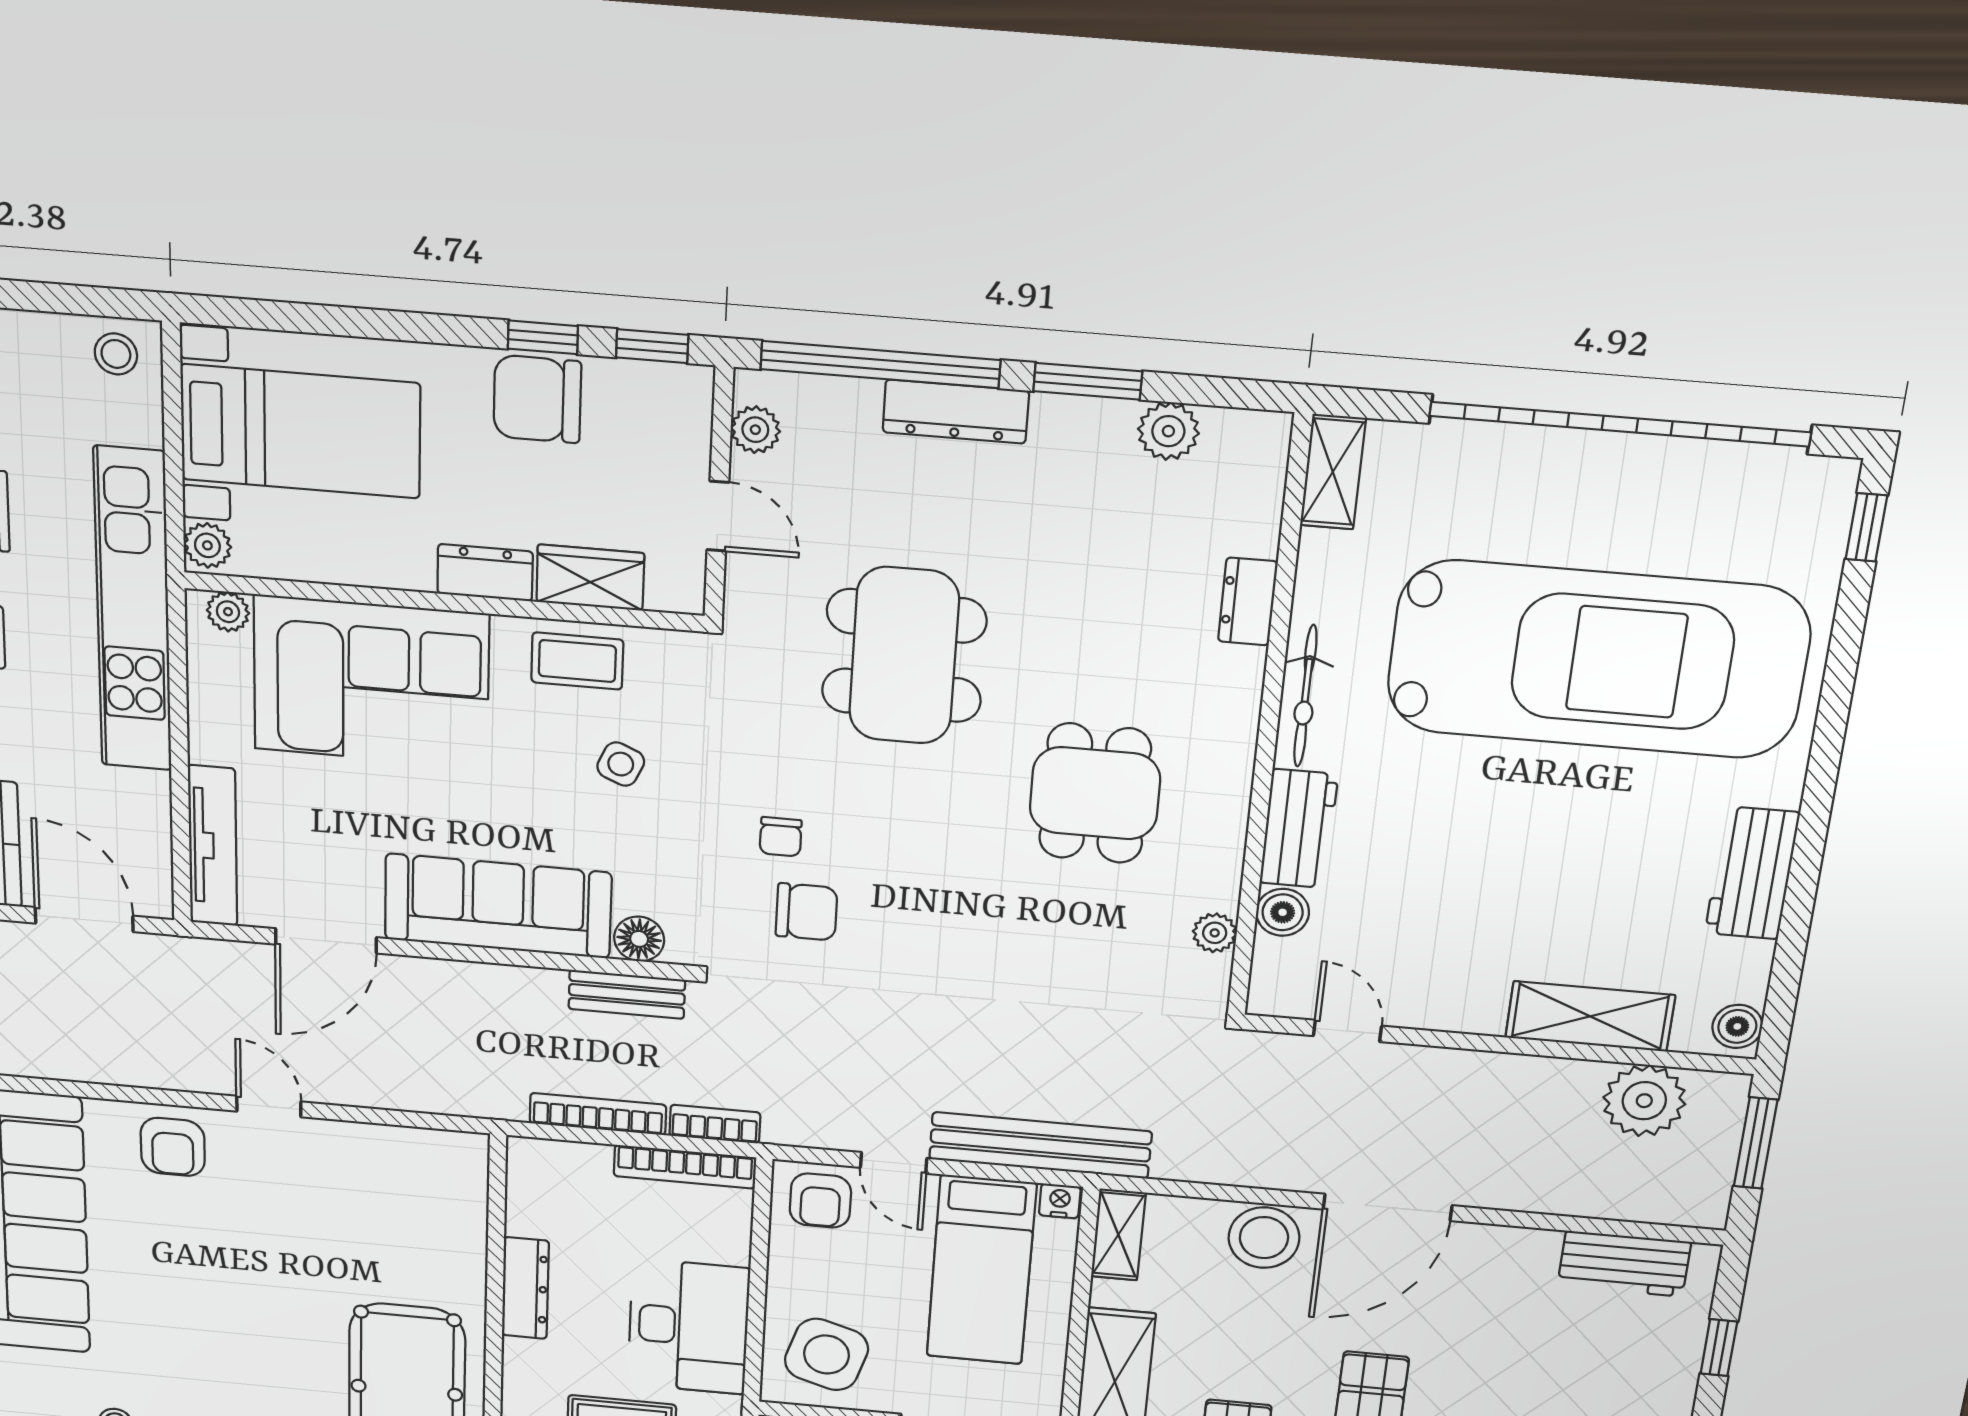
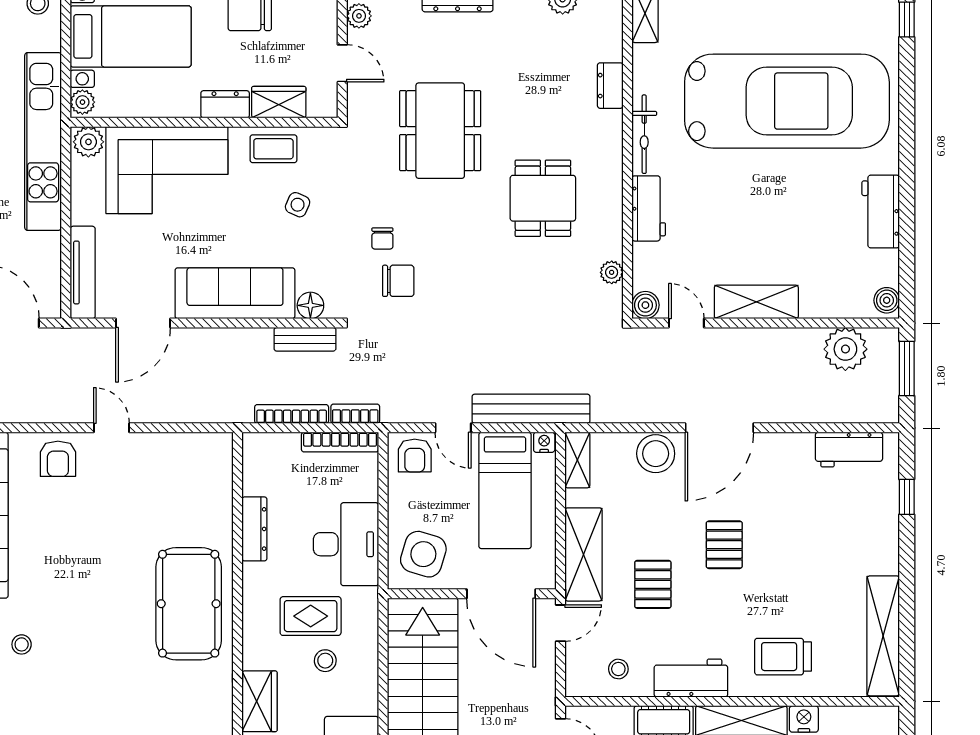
plant: (228, 612) -> (88, 142), width x1.38, depth x1.38
boiler: (1283, 912) -> (645, 305), moved
shelving: (1590, 1016) -> (756, 302), moved

